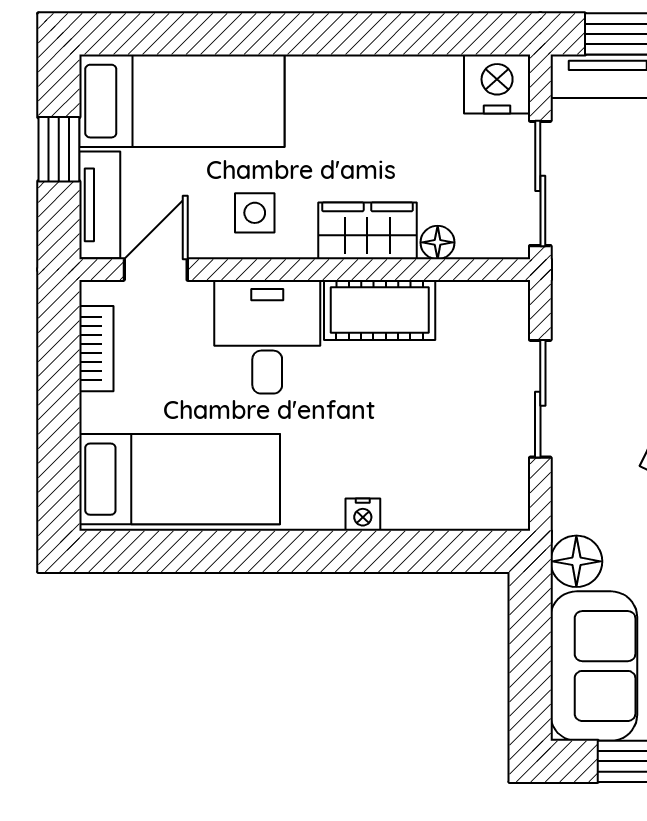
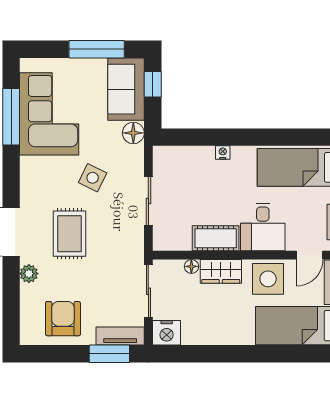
side table: (255, 213) -> (268, 279), width x1.87, depth x1.87
window: (530, 678) -> (153, 84), added

